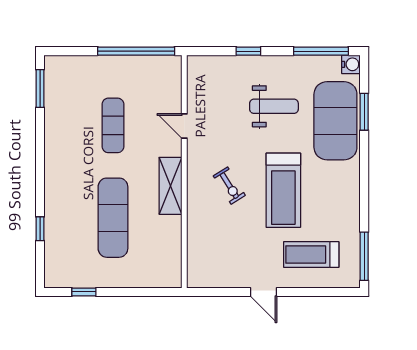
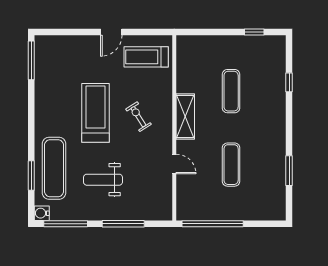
window: (248, 51) -> (123, 224), width x2.17
window: (40, 89) -> (289, 171), moved
exercise mat: (335, 121) -> (54, 168), width x0.68
exercise mat: (113, 218) -> (231, 91), width x0.73, depth x0.69
treadmill: (311, 254) -> (146, 57), moved, turned 180
door: (264, 292) -> (111, 32), swing flipped

